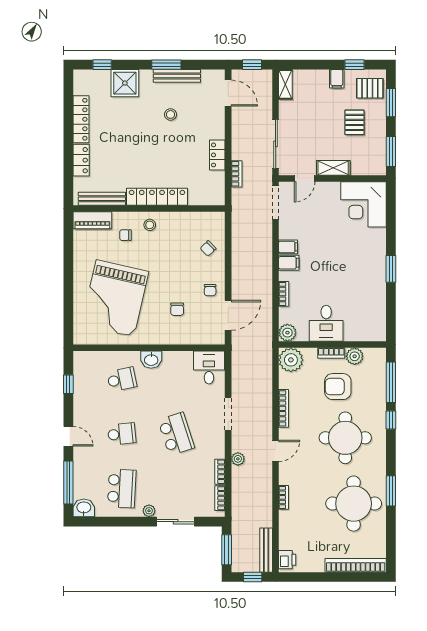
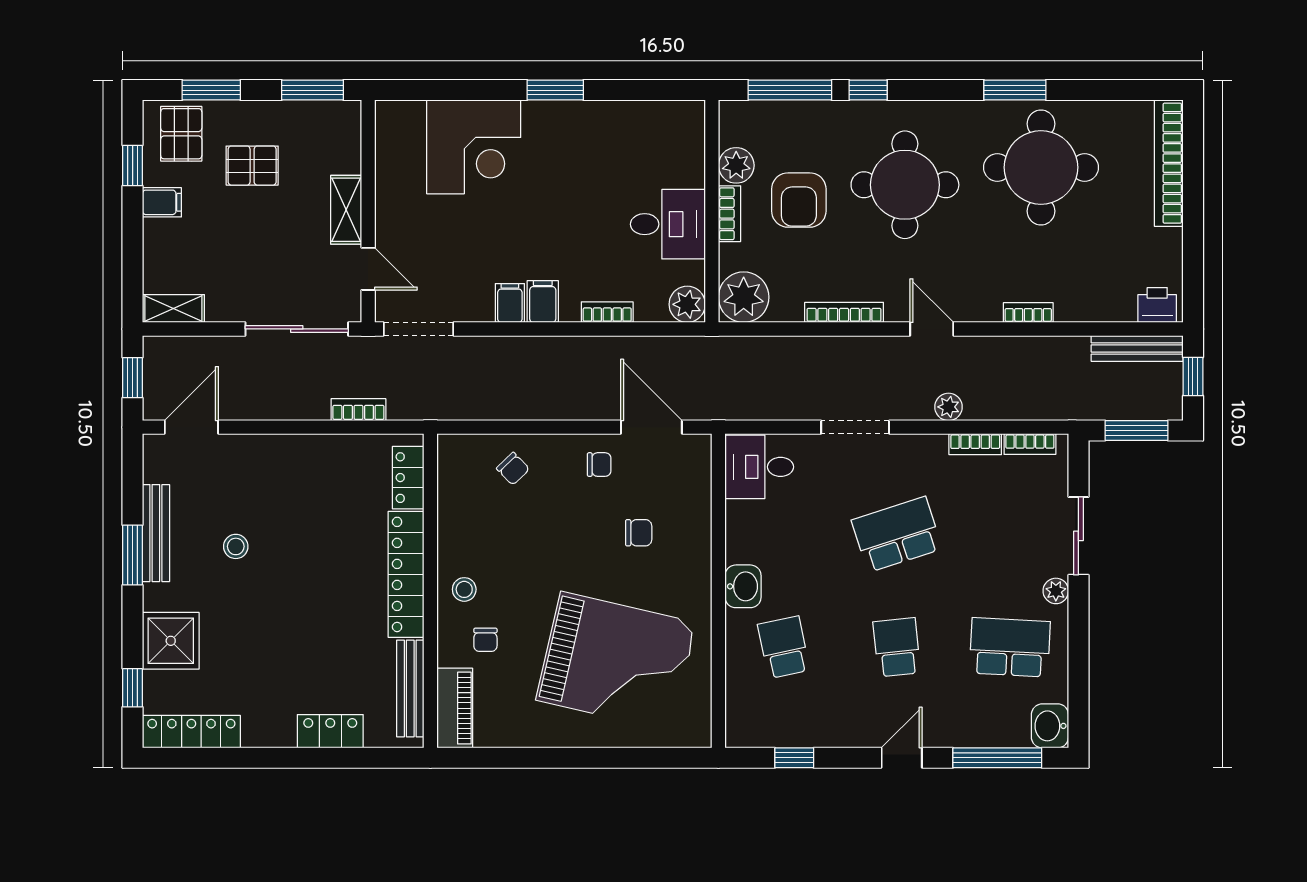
locker: (81, 119) -> (191, 732), moved
locker: (217, 155) -> (408, 478), moved, turned 90
corner desk: (364, 204) -> (474, 147), moved

